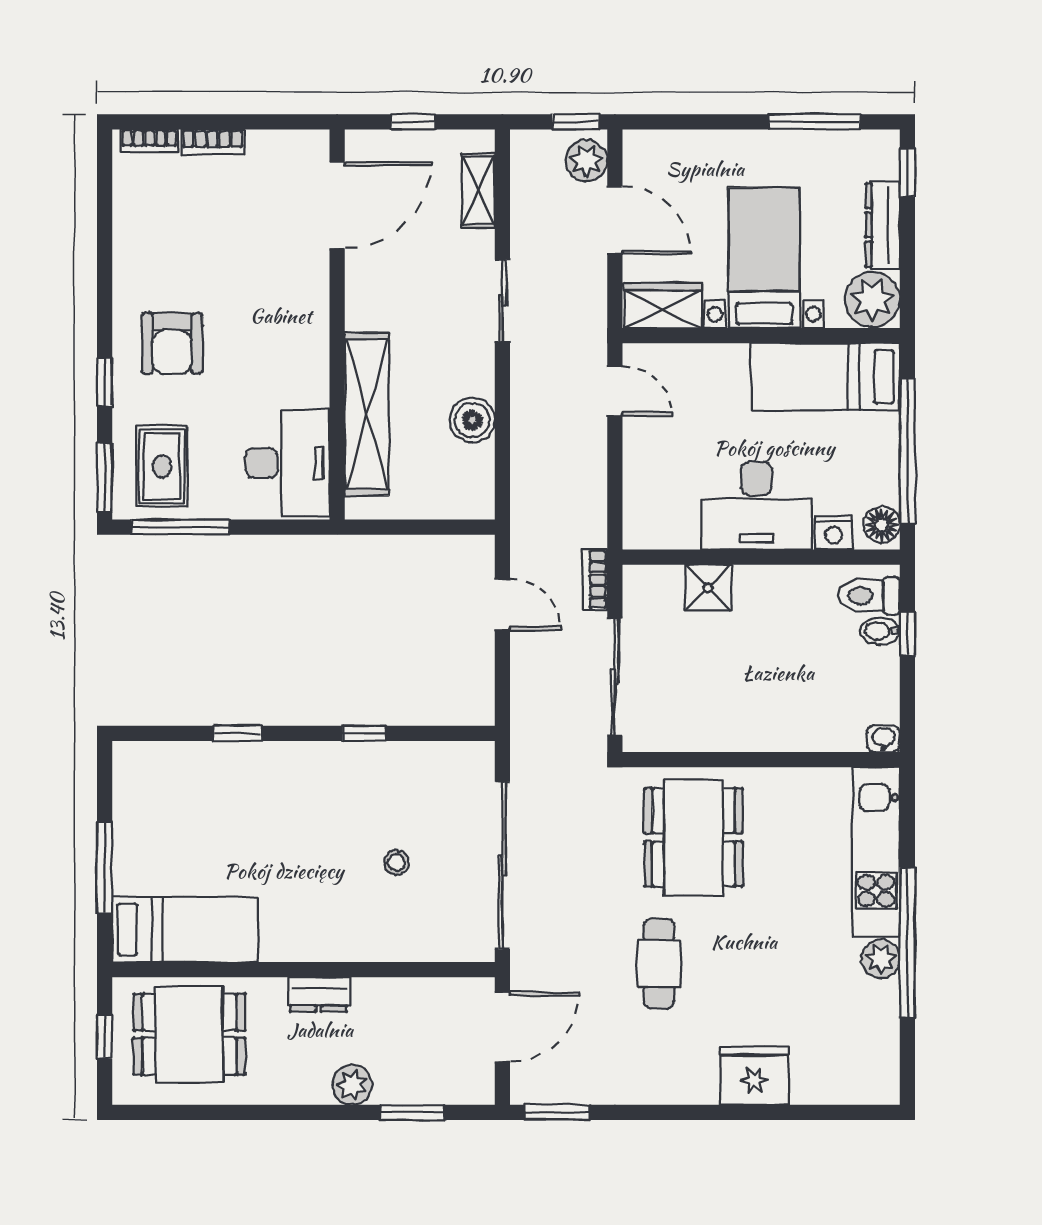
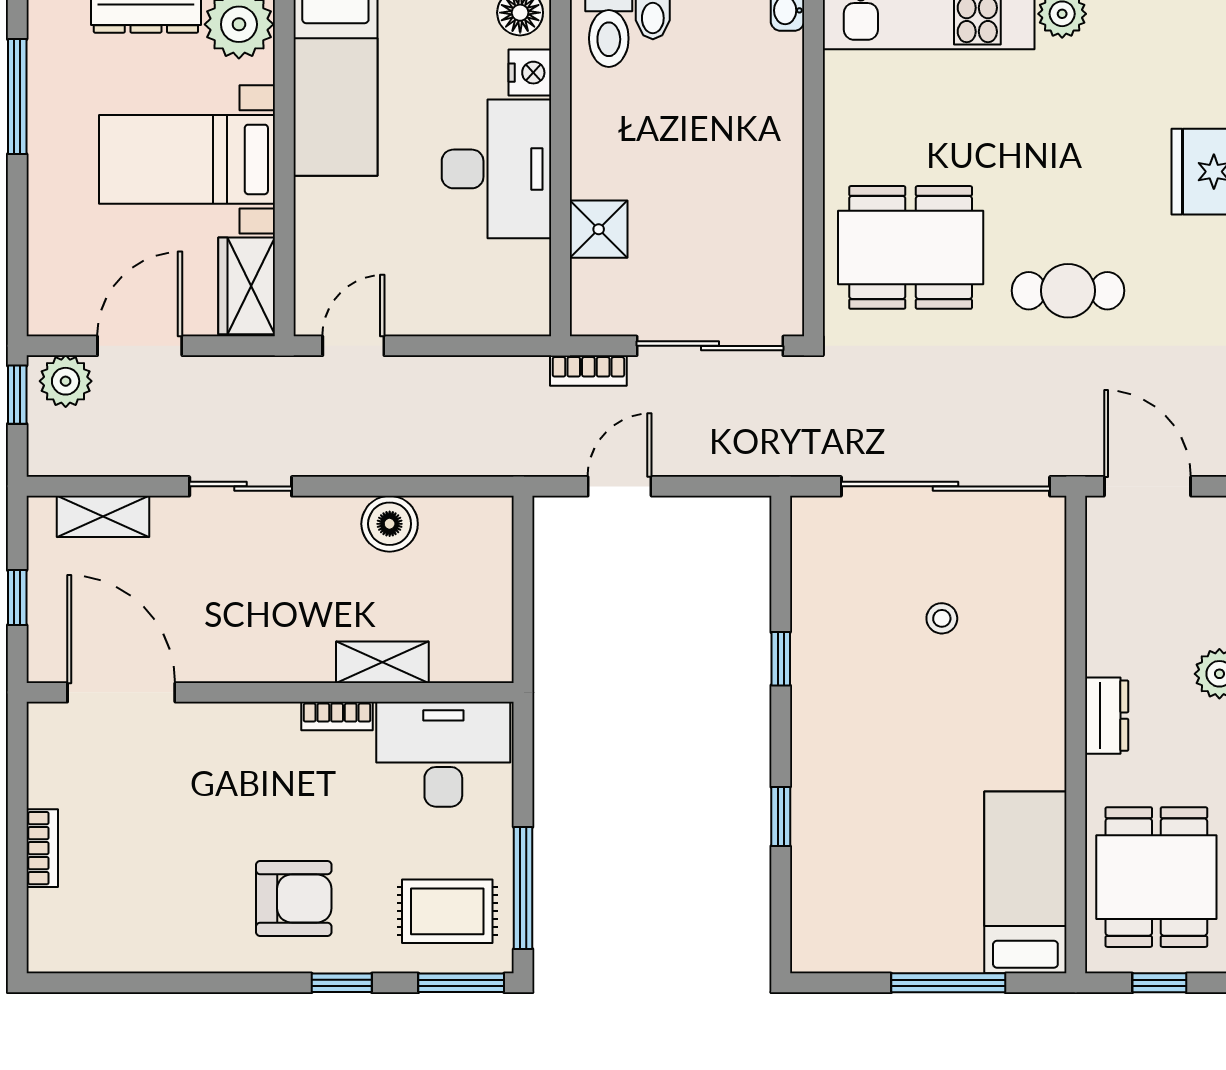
bookcase: (150, 141) -> (337, 716), moved, turned 90
shelving: (367, 414) -> (382, 662), width x0.45, depth x0.75

